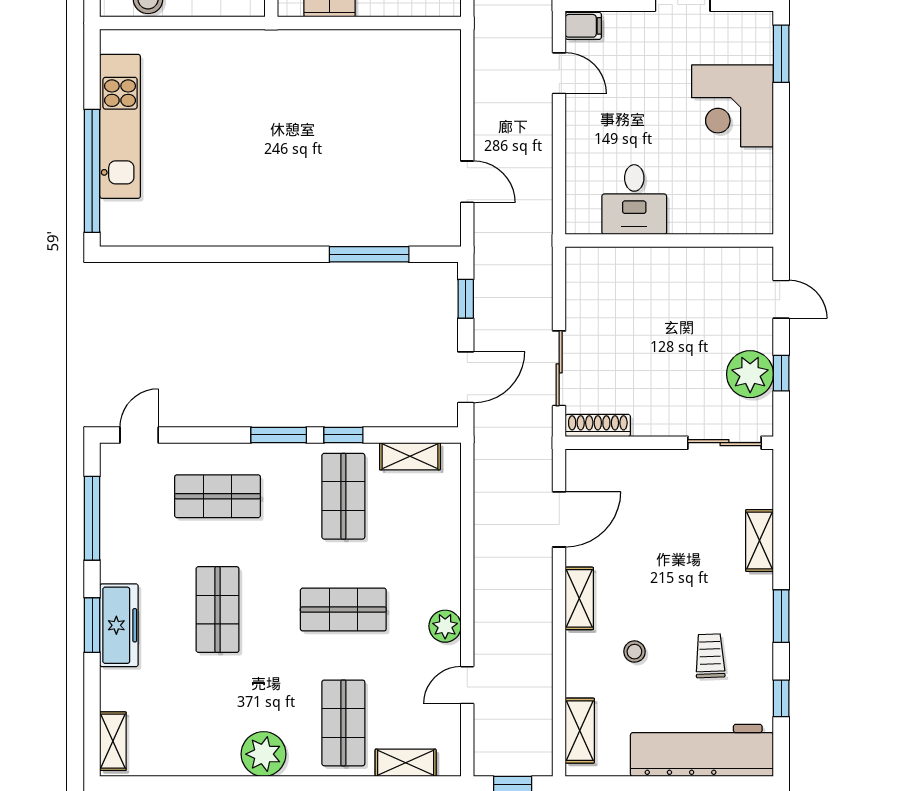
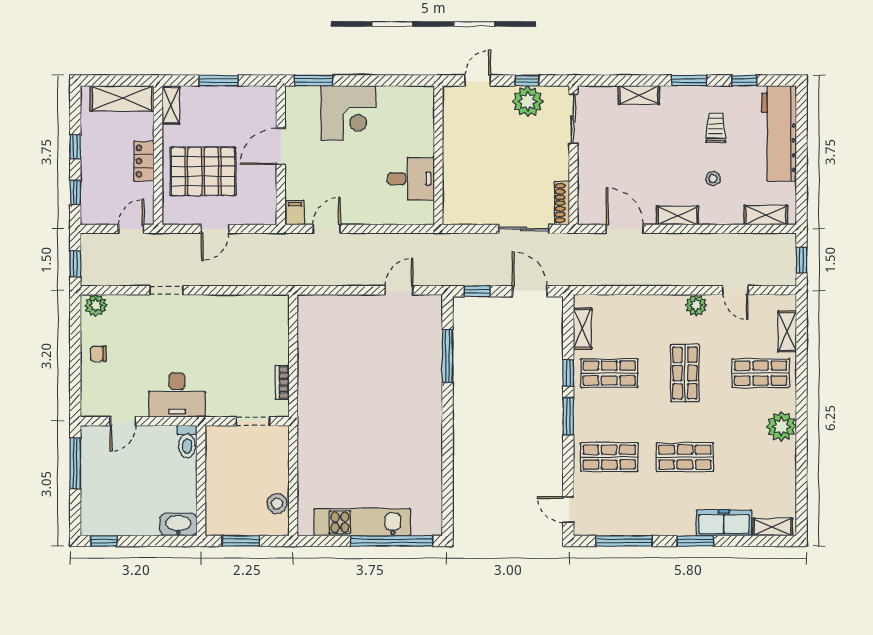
shop shelf: (218, 496) -> (609, 457), turned 90
freezer: (119, 625) -> (724, 523), moved
trolley: (710, 656) -> (716, 128), turned 92

